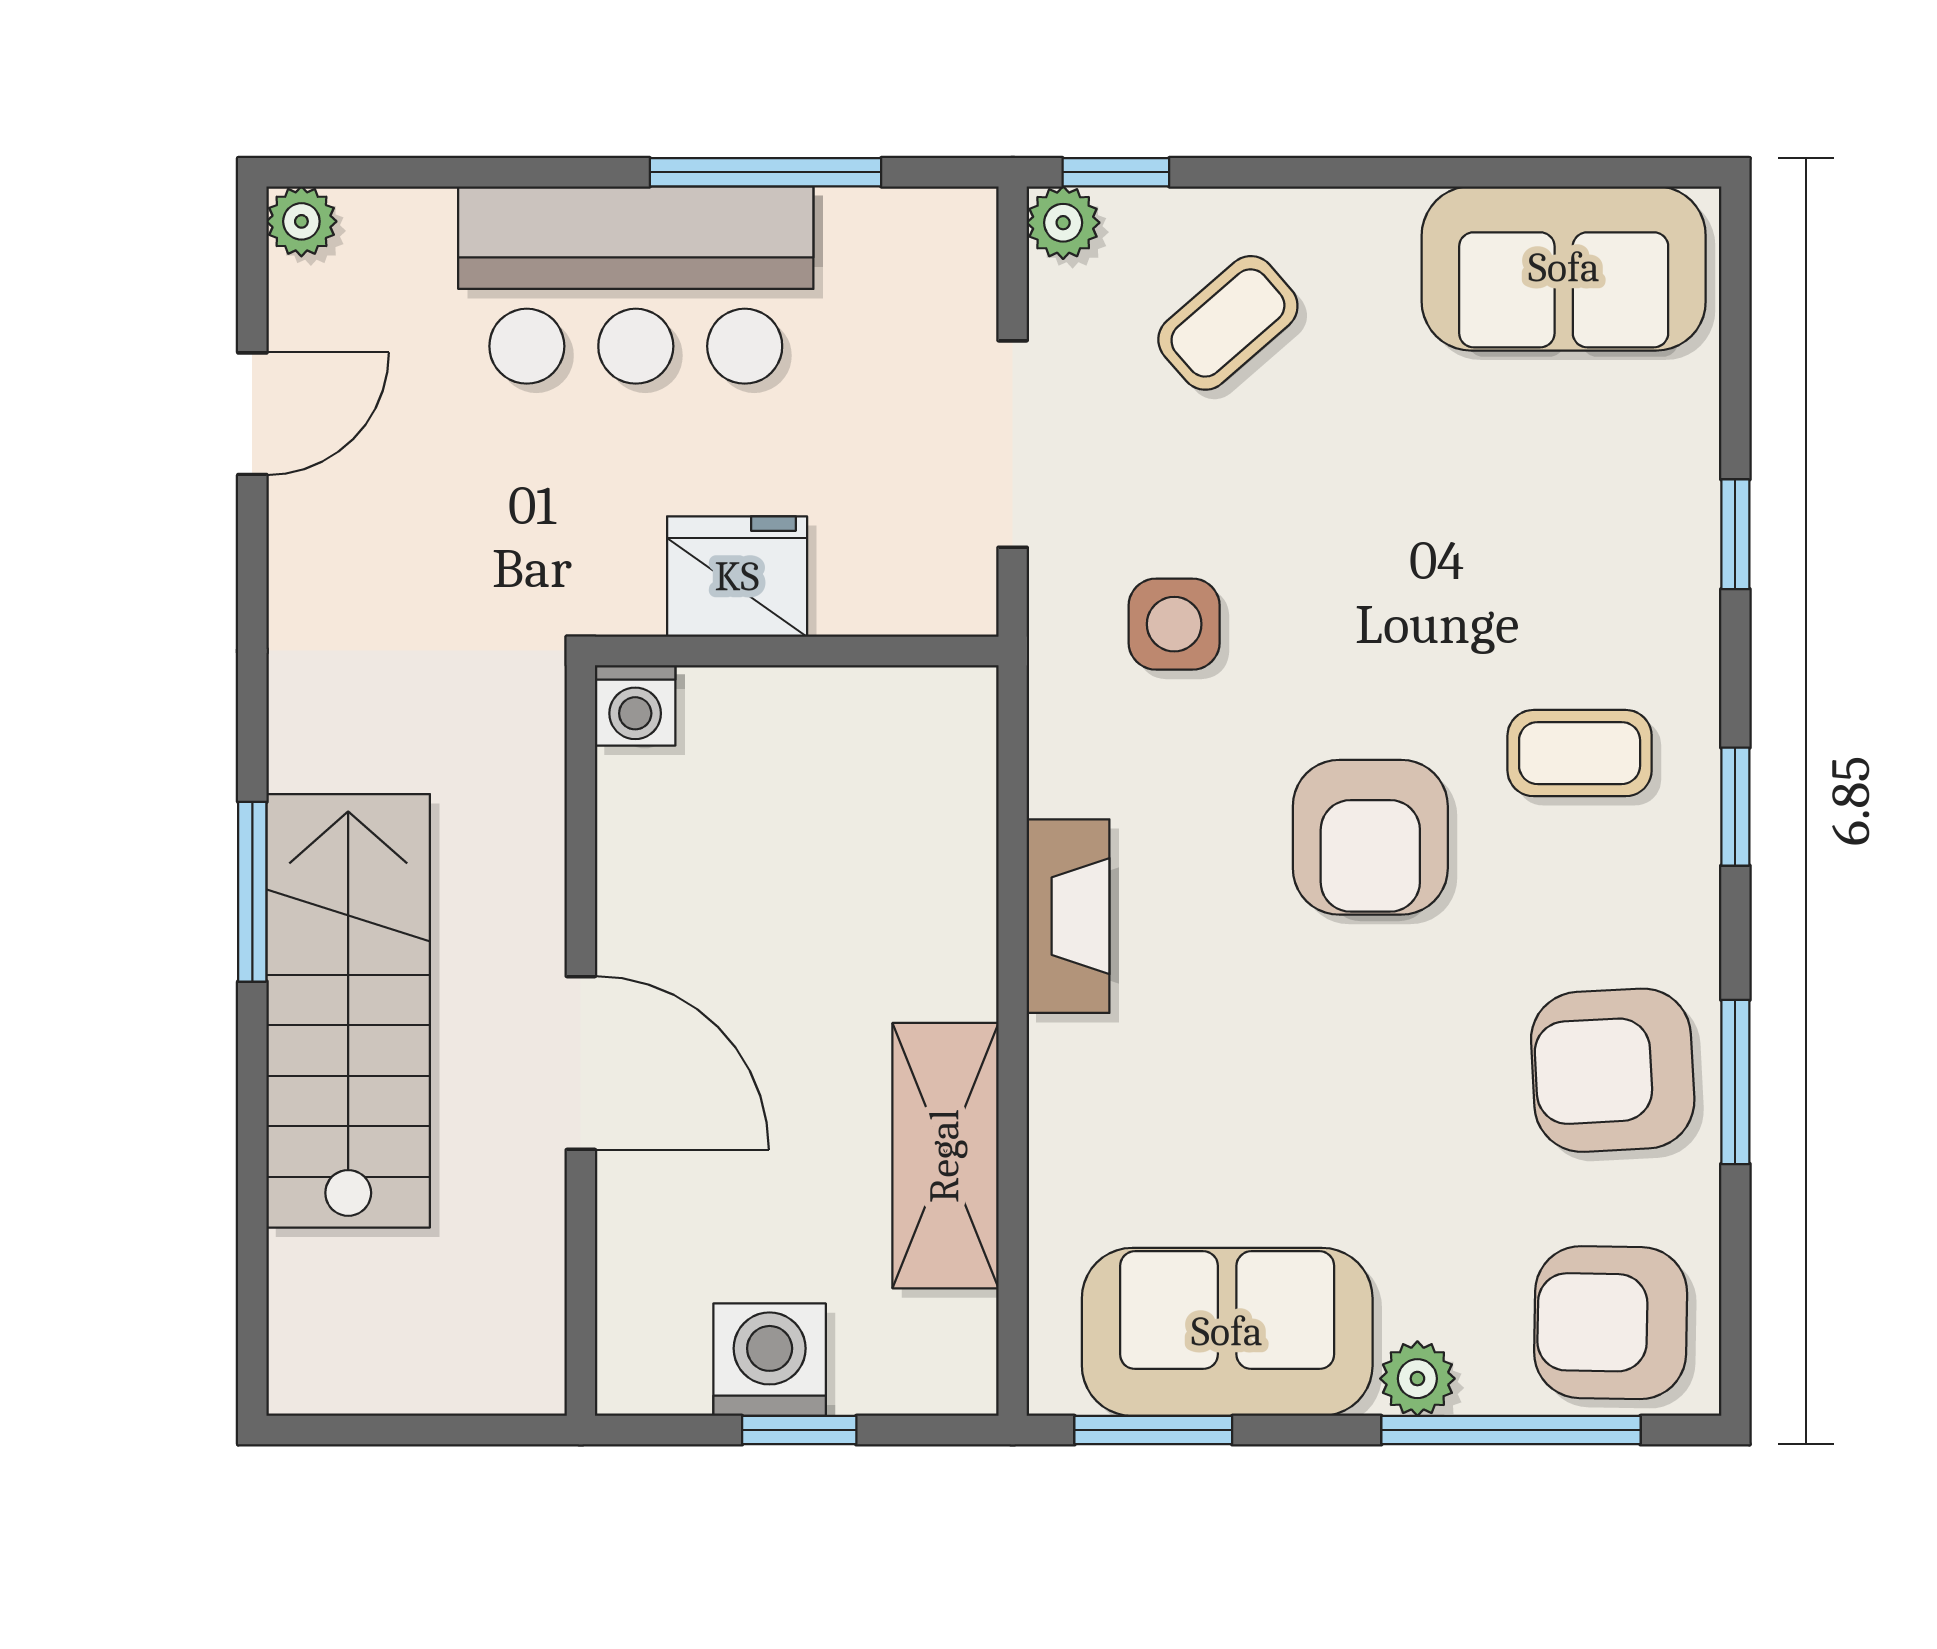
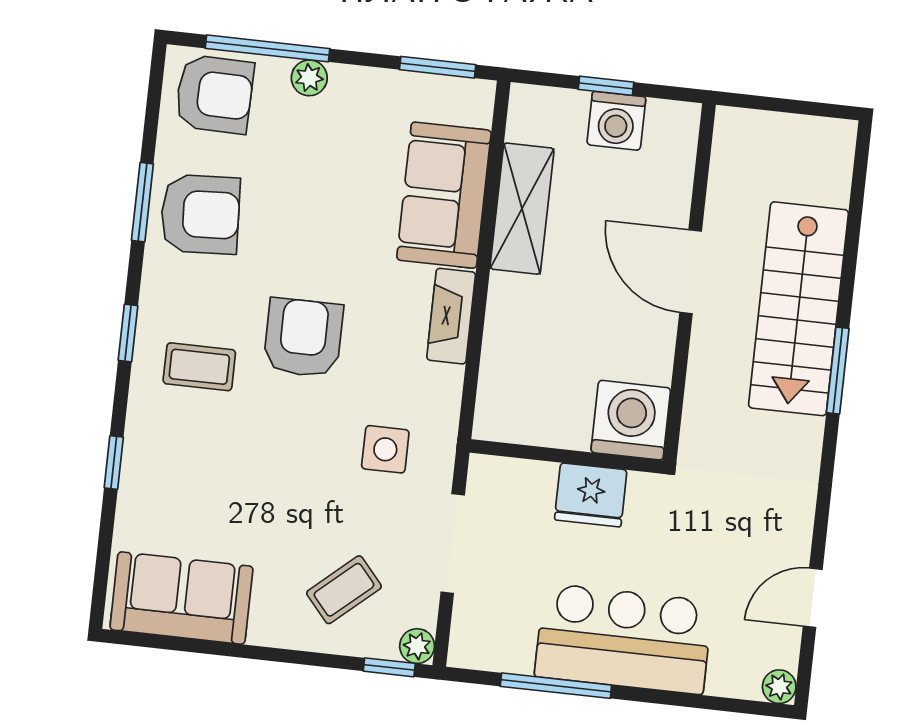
washing machine: (635, 705) -> (631, 420), width x1.89, depth x1.89
sofa: (1227, 1332) -> (444, 195), moved, turned 90

